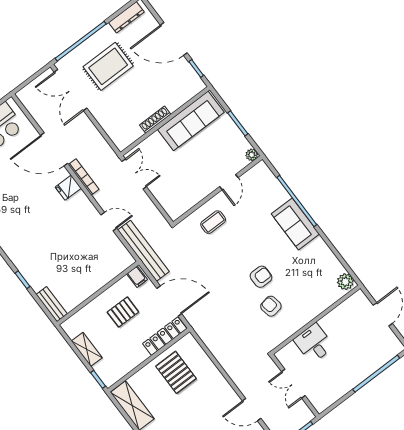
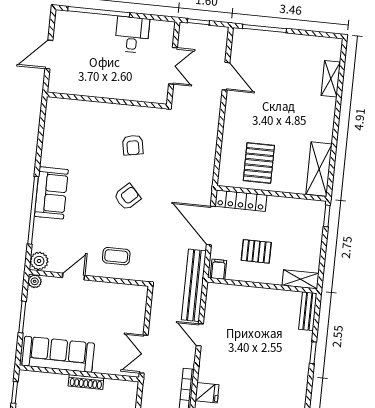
armchair: (261, 277) -> (127, 197), moved, turned 137
plant: (345, 282) -> (39, 261), moved
desk: (314, 343) -> (132, 35), moved, turned 180
shelving: (87, 349) -> (301, 279), moved, turned 90

